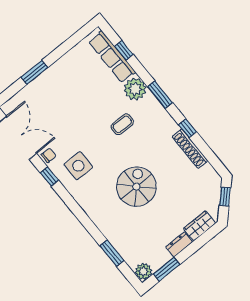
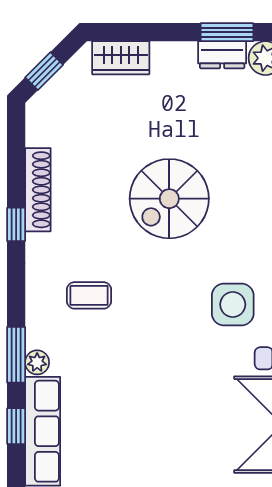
plant: (135, 89) -> (37, 362), width x0.53, depth x0.53
window: (160, 95) -> (16, 355), moved
coffee table: (122, 124) -> (89, 295), moved
dresser: (179, 244) -> (222, 55), moved

